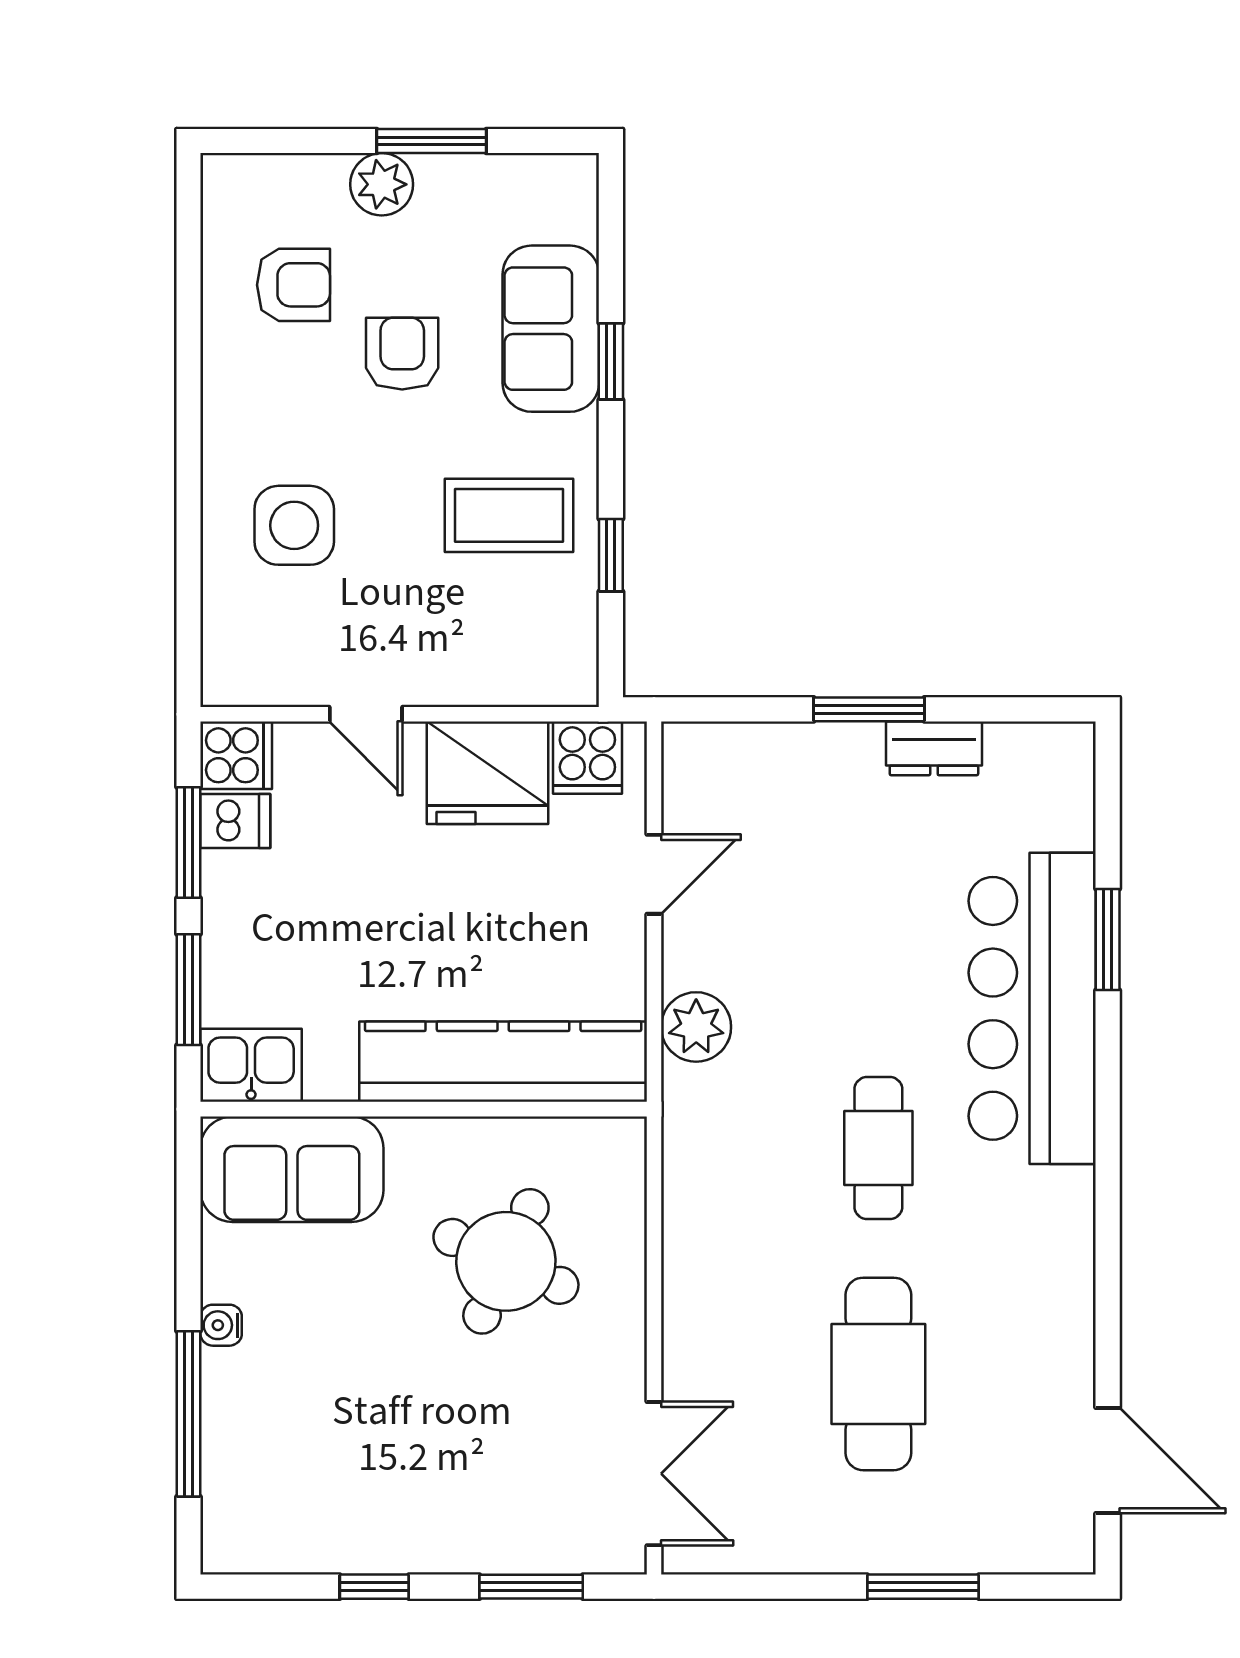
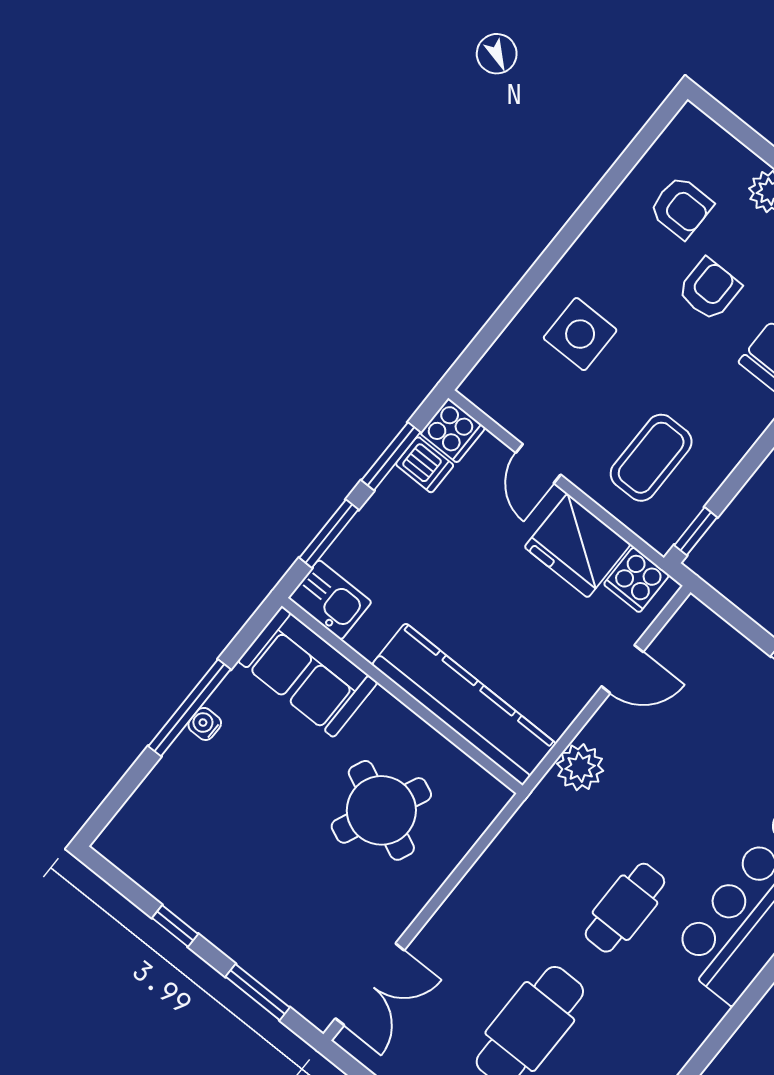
coffee table: (509, 515) -> (651, 458), moved, turned 90
window: (611, 555) -> (696, 531), moved
window: (188, 1414) -> (189, 708), moved

